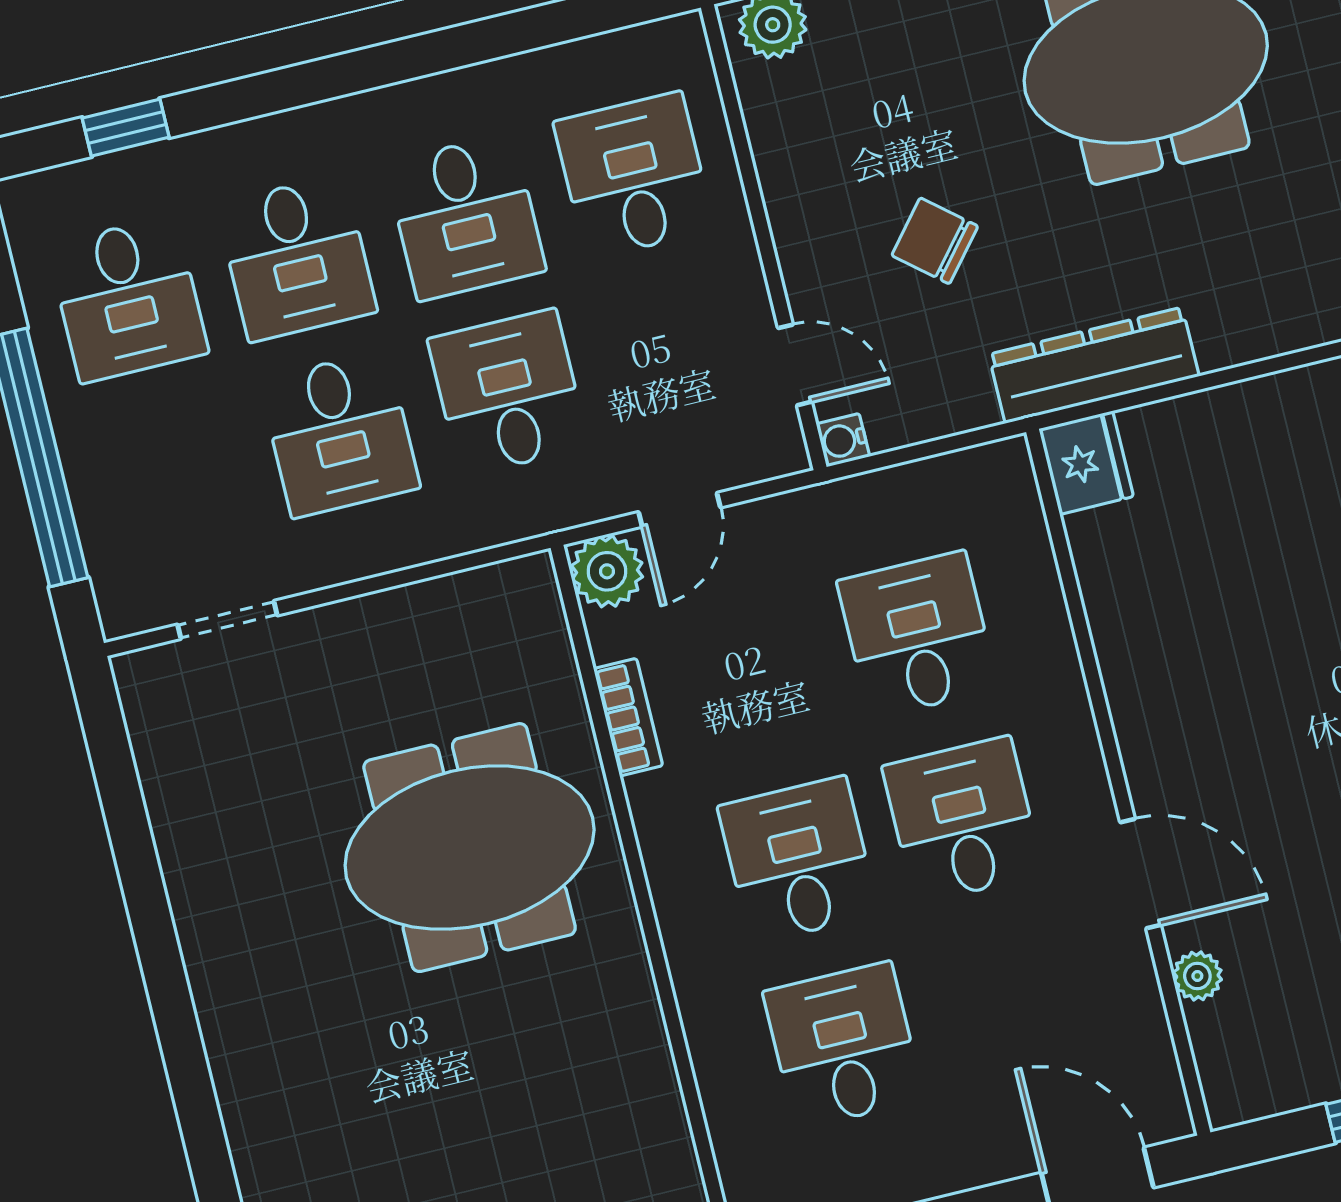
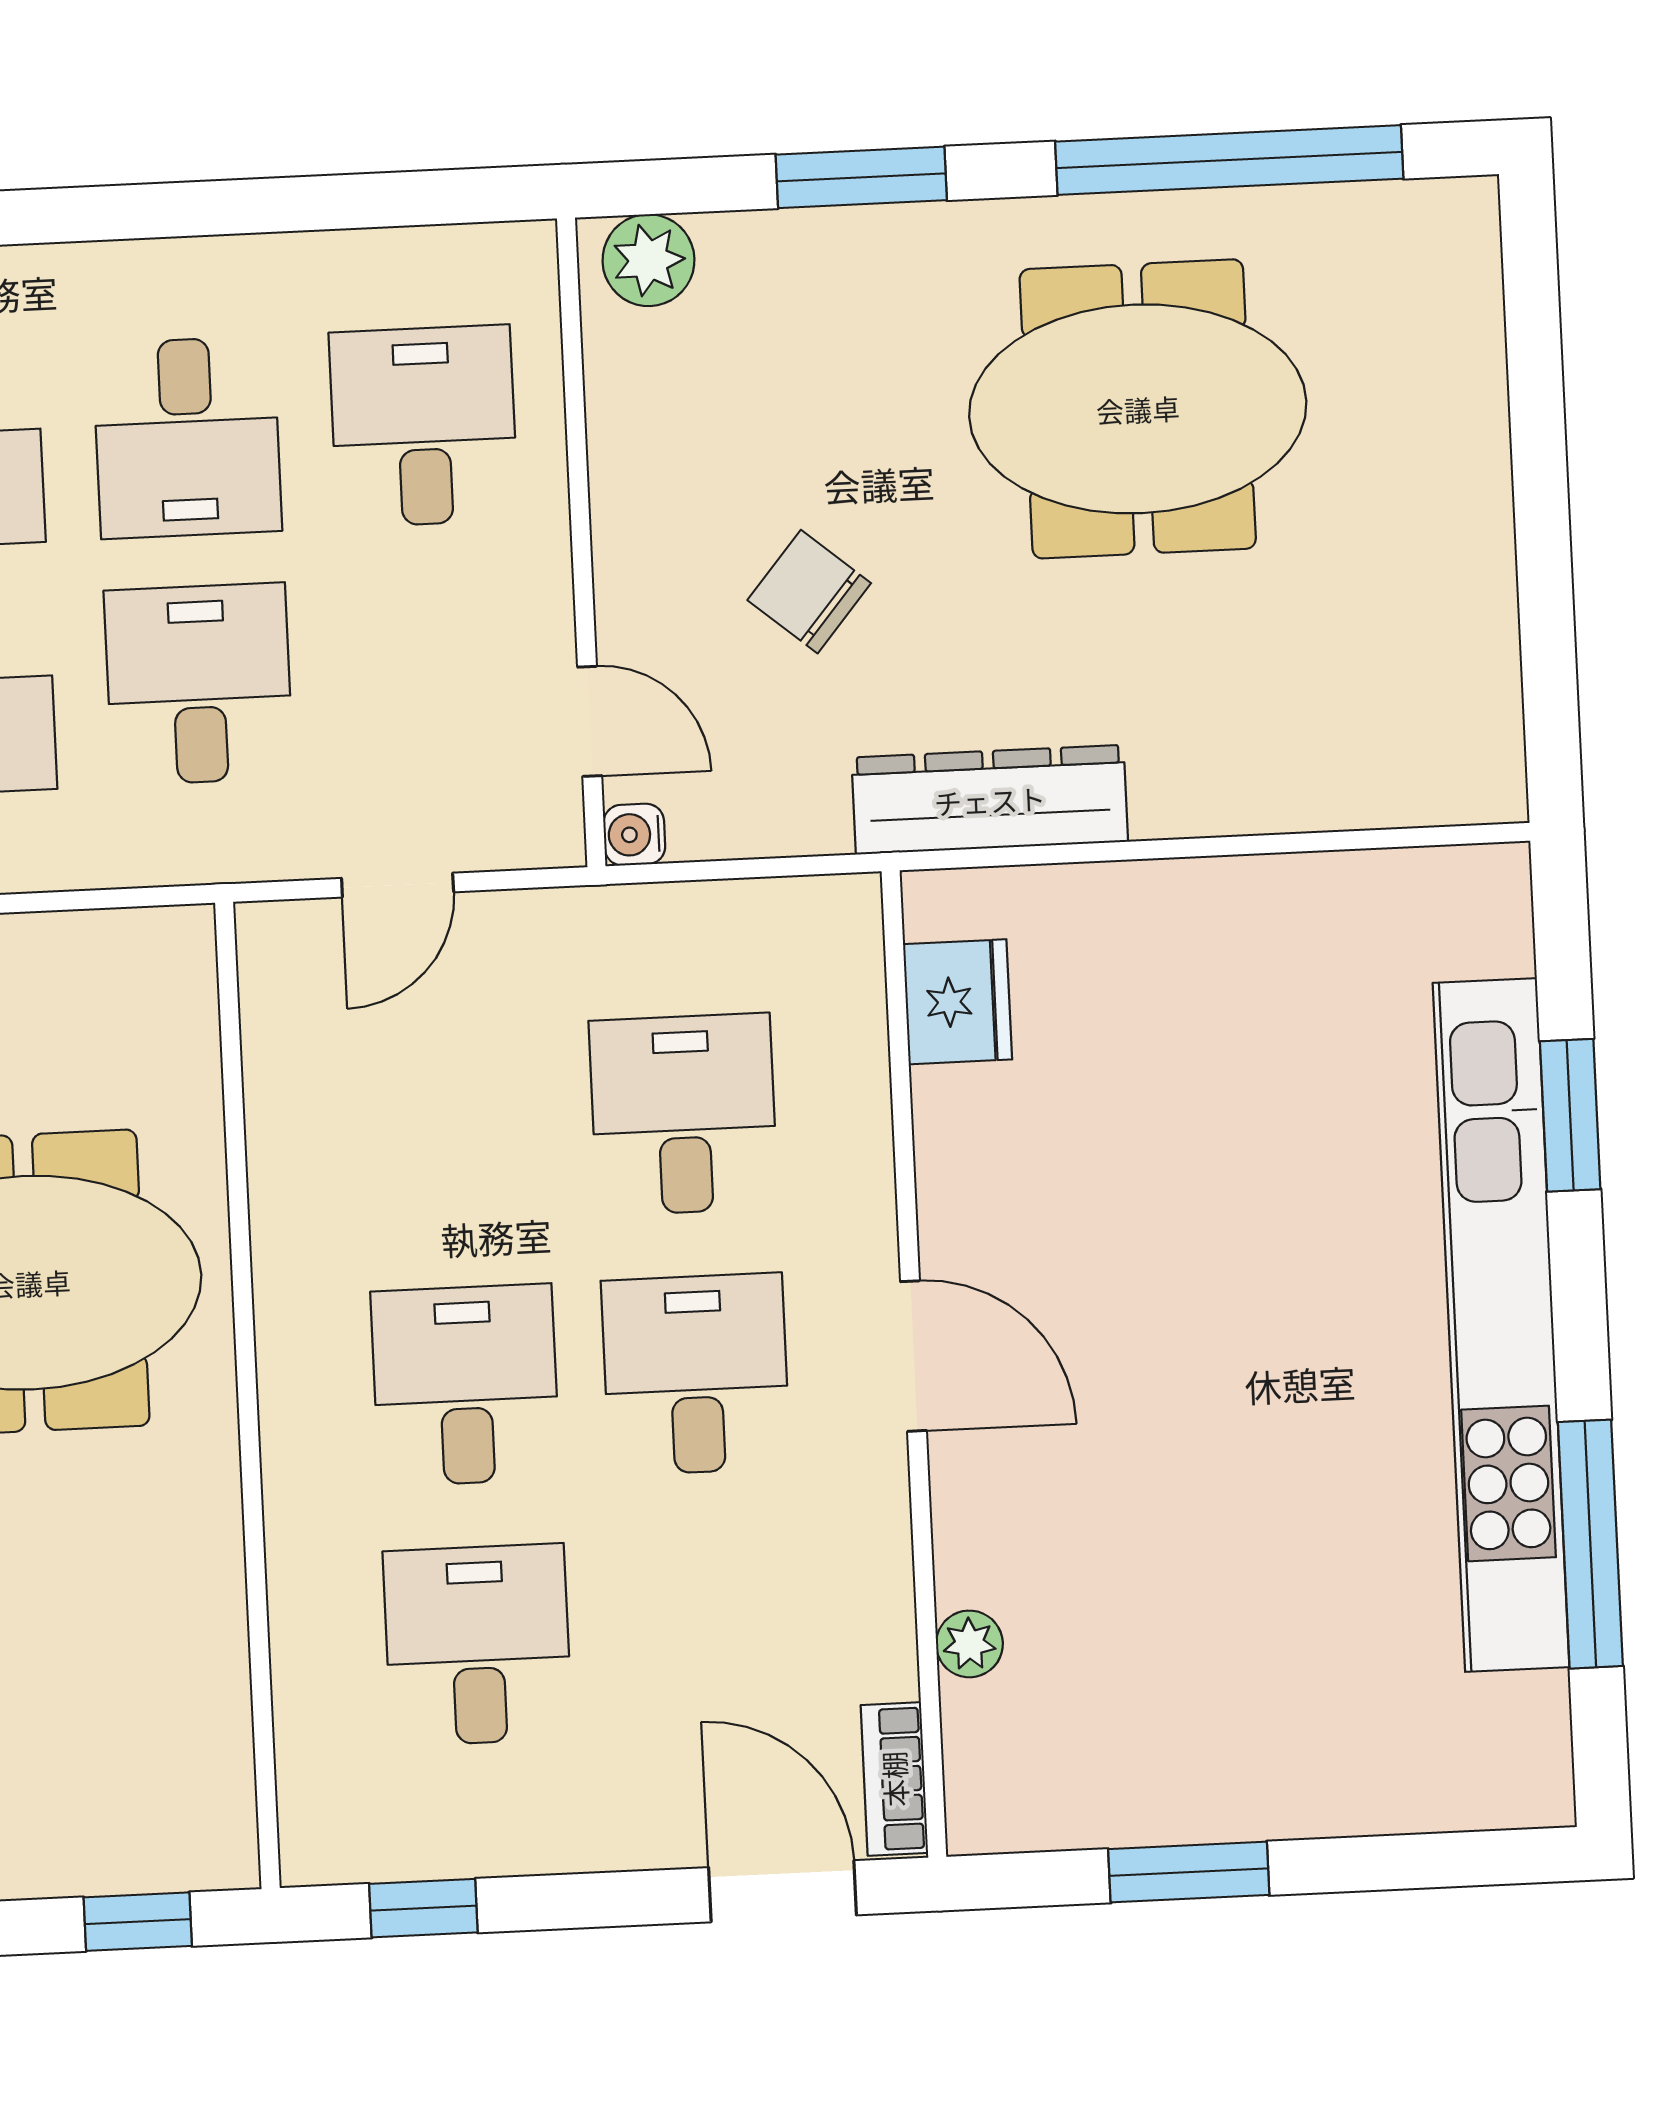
fridge: (1086, 463) -> (958, 1002), moved
plant: (607, 571) -> (285, 949), removed
bookcase: (628, 717) -> (894, 1779), moved, turned 180
door: (1140, 874) -> (914, 1356), moved

